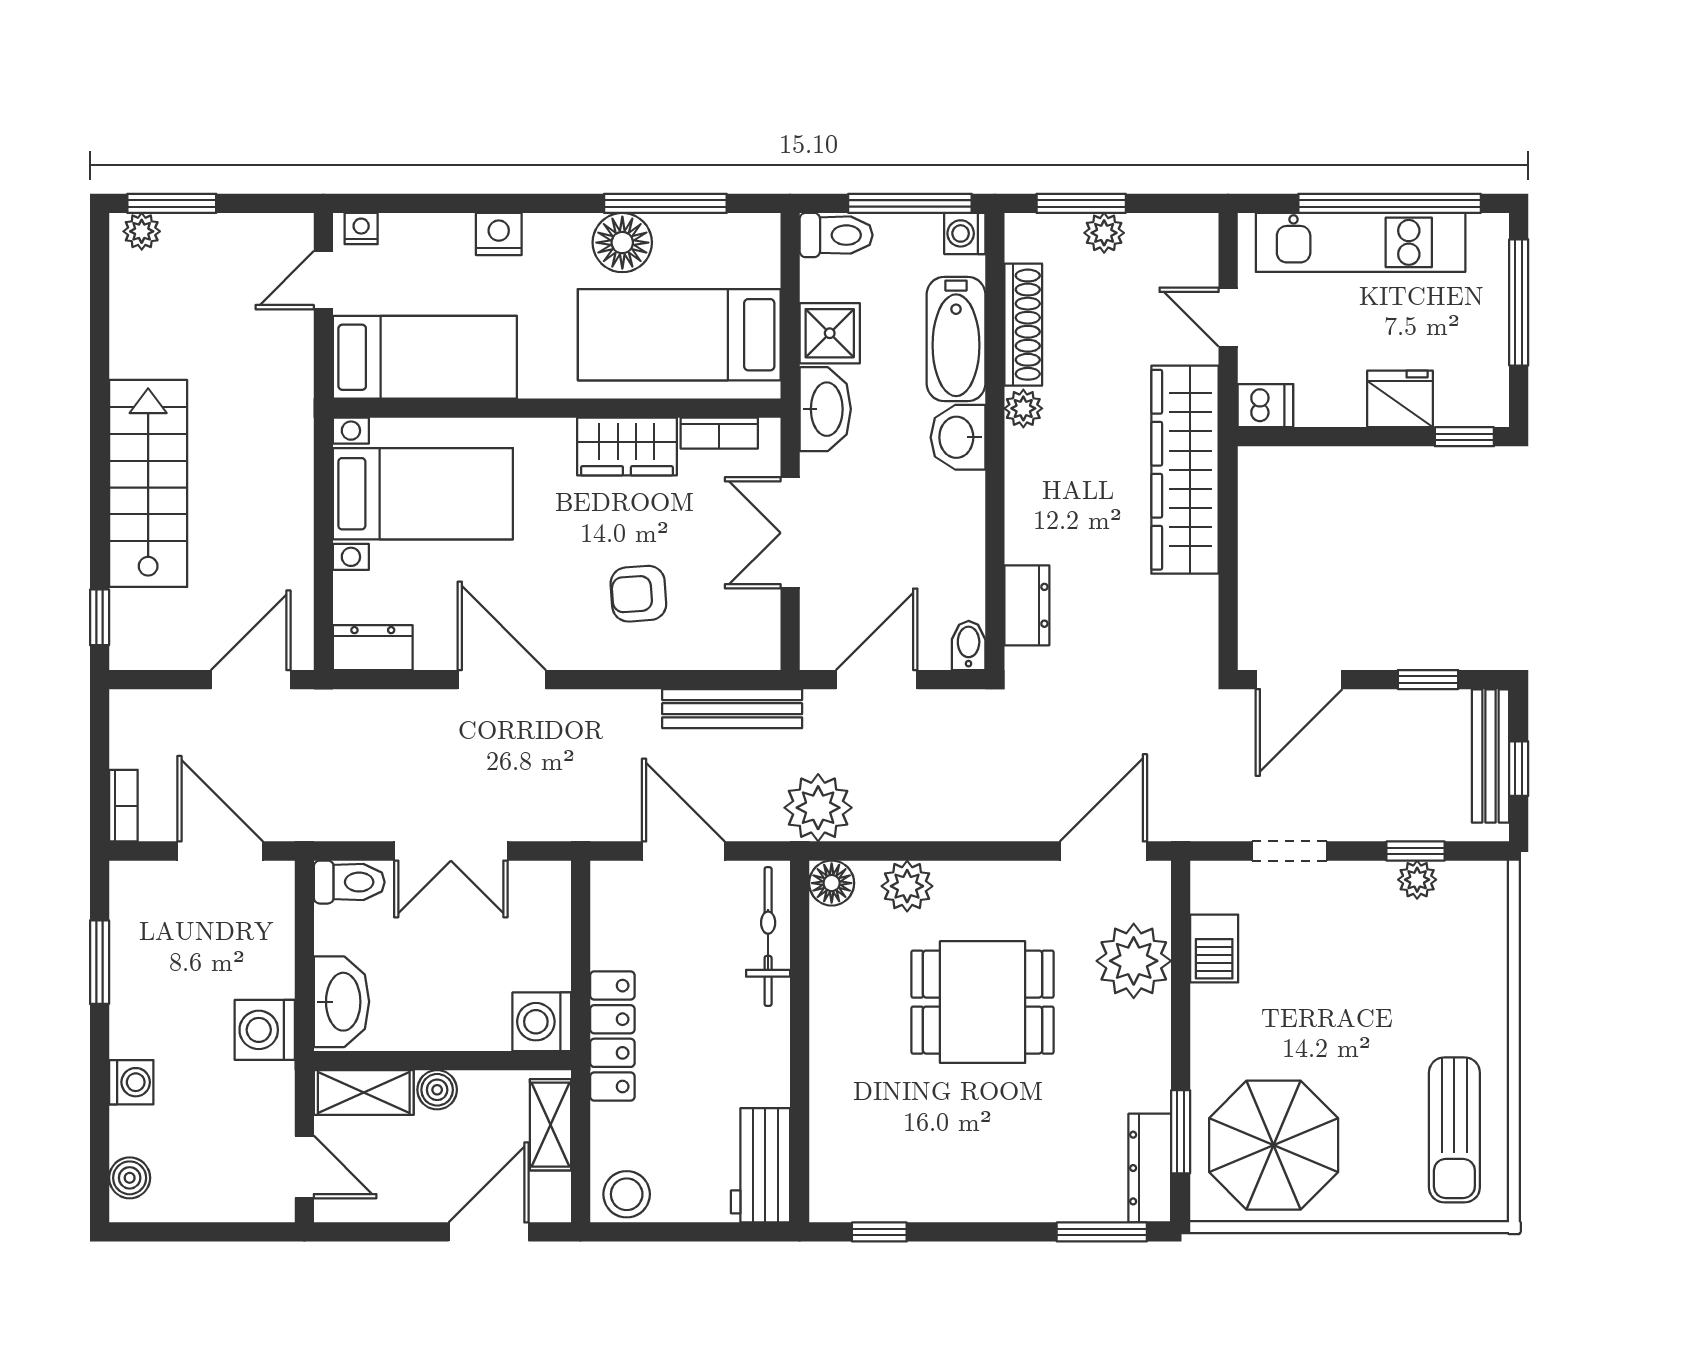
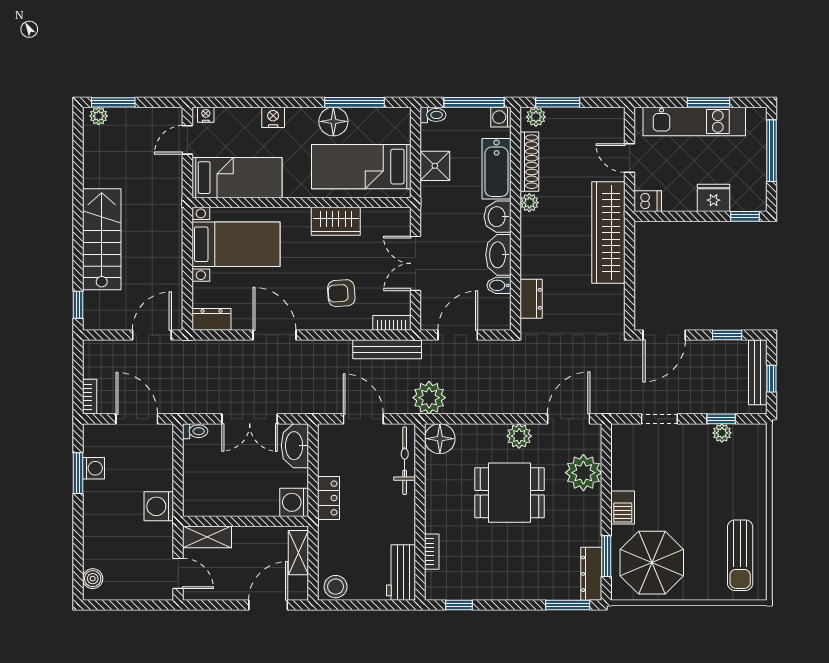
window: (1390, 203) -> (708, 102), width x0.47
plant: (1104, 233) -> (536, 117), moved
toilet: (836, 235) -> (433, 115), width x0.73, depth x0.72
washbasin: (825, 409) -> (498, 255), moved, turned 180
bookcase: (719, 433) -> (392, 323), moved, turned 180
bidet: (969, 645) -> (499, 285), moved, turned -90
toilet: (349, 882) -> (195, 431), width x0.73, depth x0.72
floor lamp: (832, 883) -> (440, 439), width x1.38, depth x1.38
plant: (907, 886) -> (519, 436), moved
barbecue: (1214, 949) -> (623, 507), moved
washbasin: (342, 1002) -> (295, 446), moved, turned 180
locker: (612, 1036) -> (329, 498), width x0.66
washing machine: (131, 1082) -> (93, 468), moved
boiler: (437, 1090) -> (243, 536), removed
bookcase: (824, 1123) -> (432, 552), added

